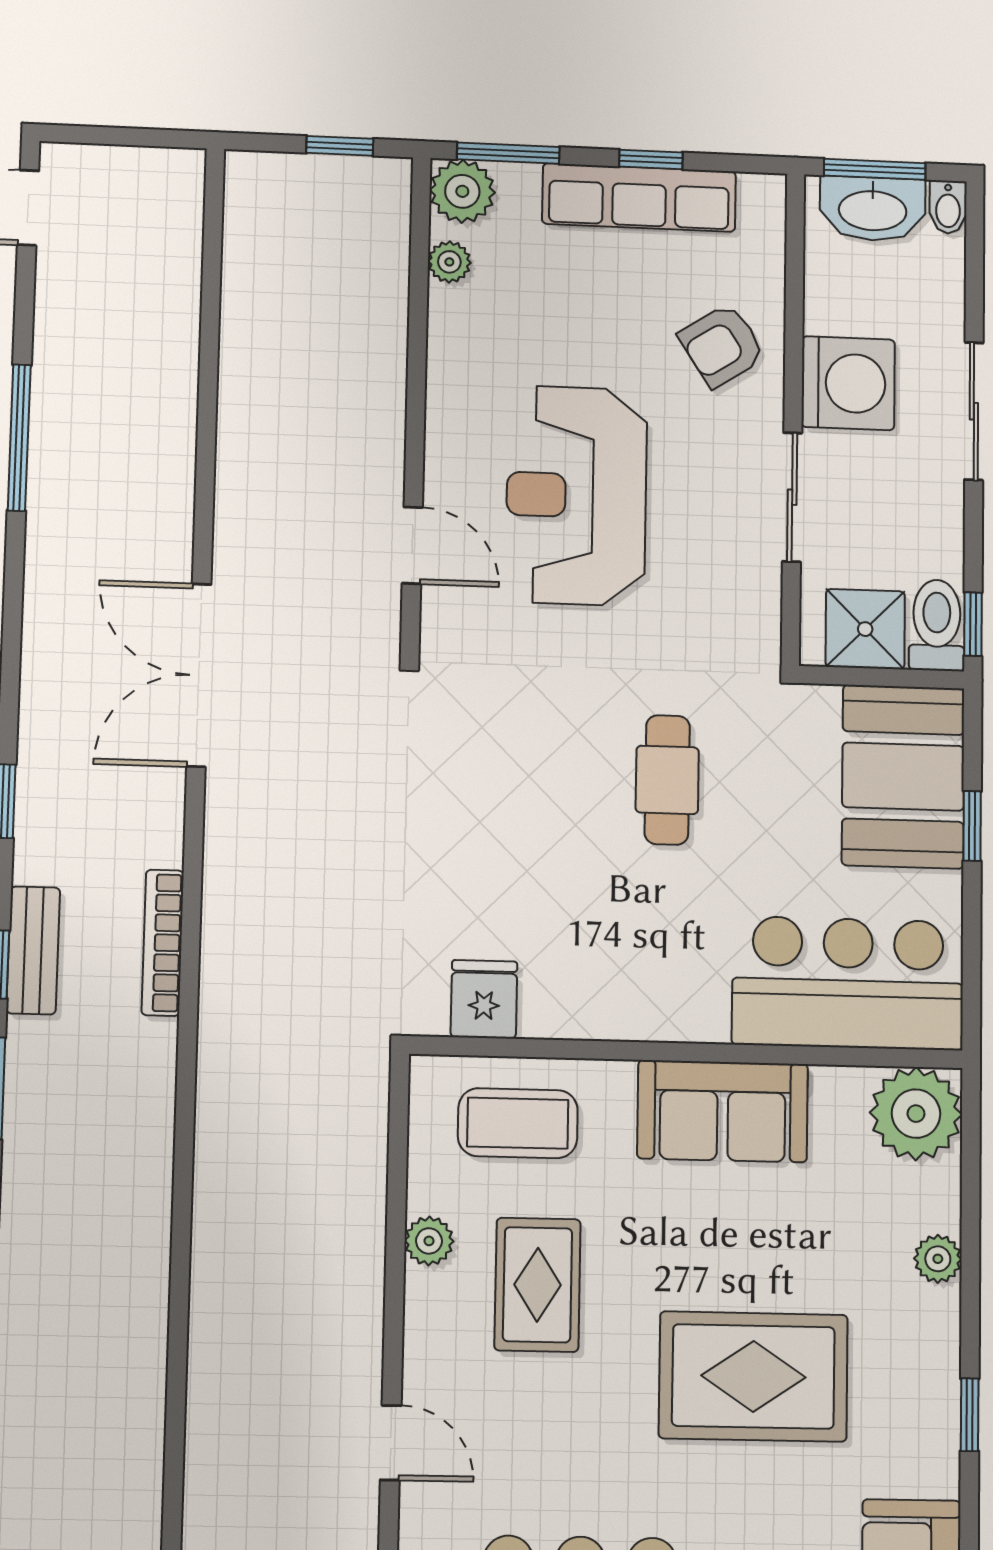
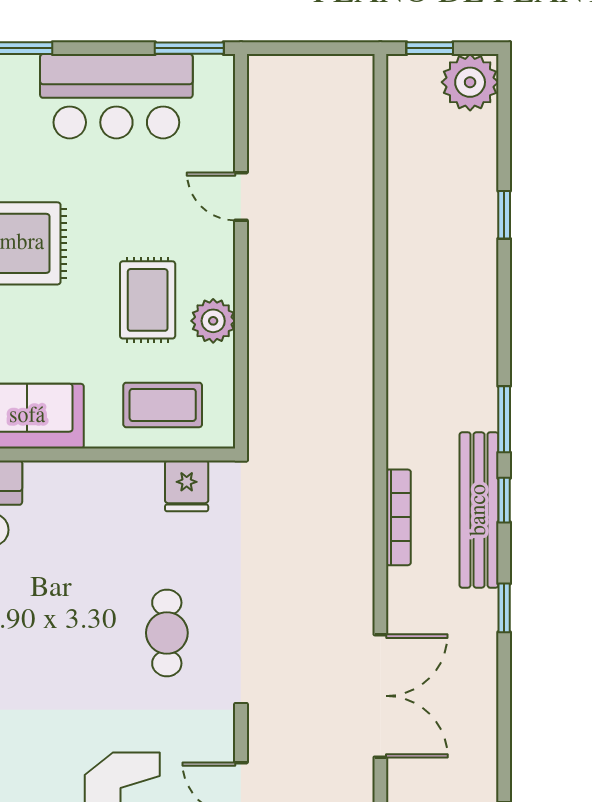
cafe table: (667, 780) -> (167, 633), moved
bench: (33, 950) -> (479, 510), width x1.86, depth x1.21
plant: (429, 1241) -> (213, 321), width x1.38, depth x1.38

